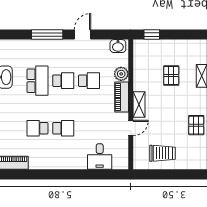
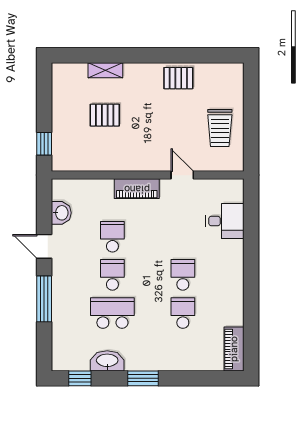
washbasin: (118, 46) -> (61, 213), moved
plant: (121, 74) -> (102, 189), removed
shelving: (139, 104) -> (148, 163), removed
school desk: (37, 128) -> (183, 313), turned 180
trolley: (163, 153) -> (220, 128), turned 180

